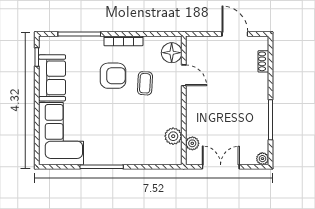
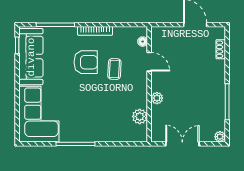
floor lamp: (172, 53) -> (143, 42), width x0.53, depth x0.53
sofa: (52, 78) -> (31, 57), width x1.36
plant: (192, 143) -> (157, 98), moved

